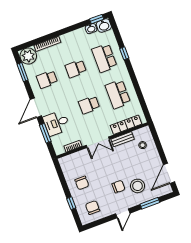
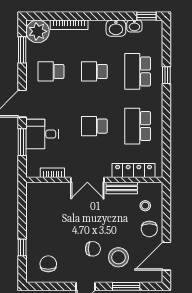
washbasin: (104, 26) -> (116, 28), moved
chair: (82, 183) -> (149, 229), moved

